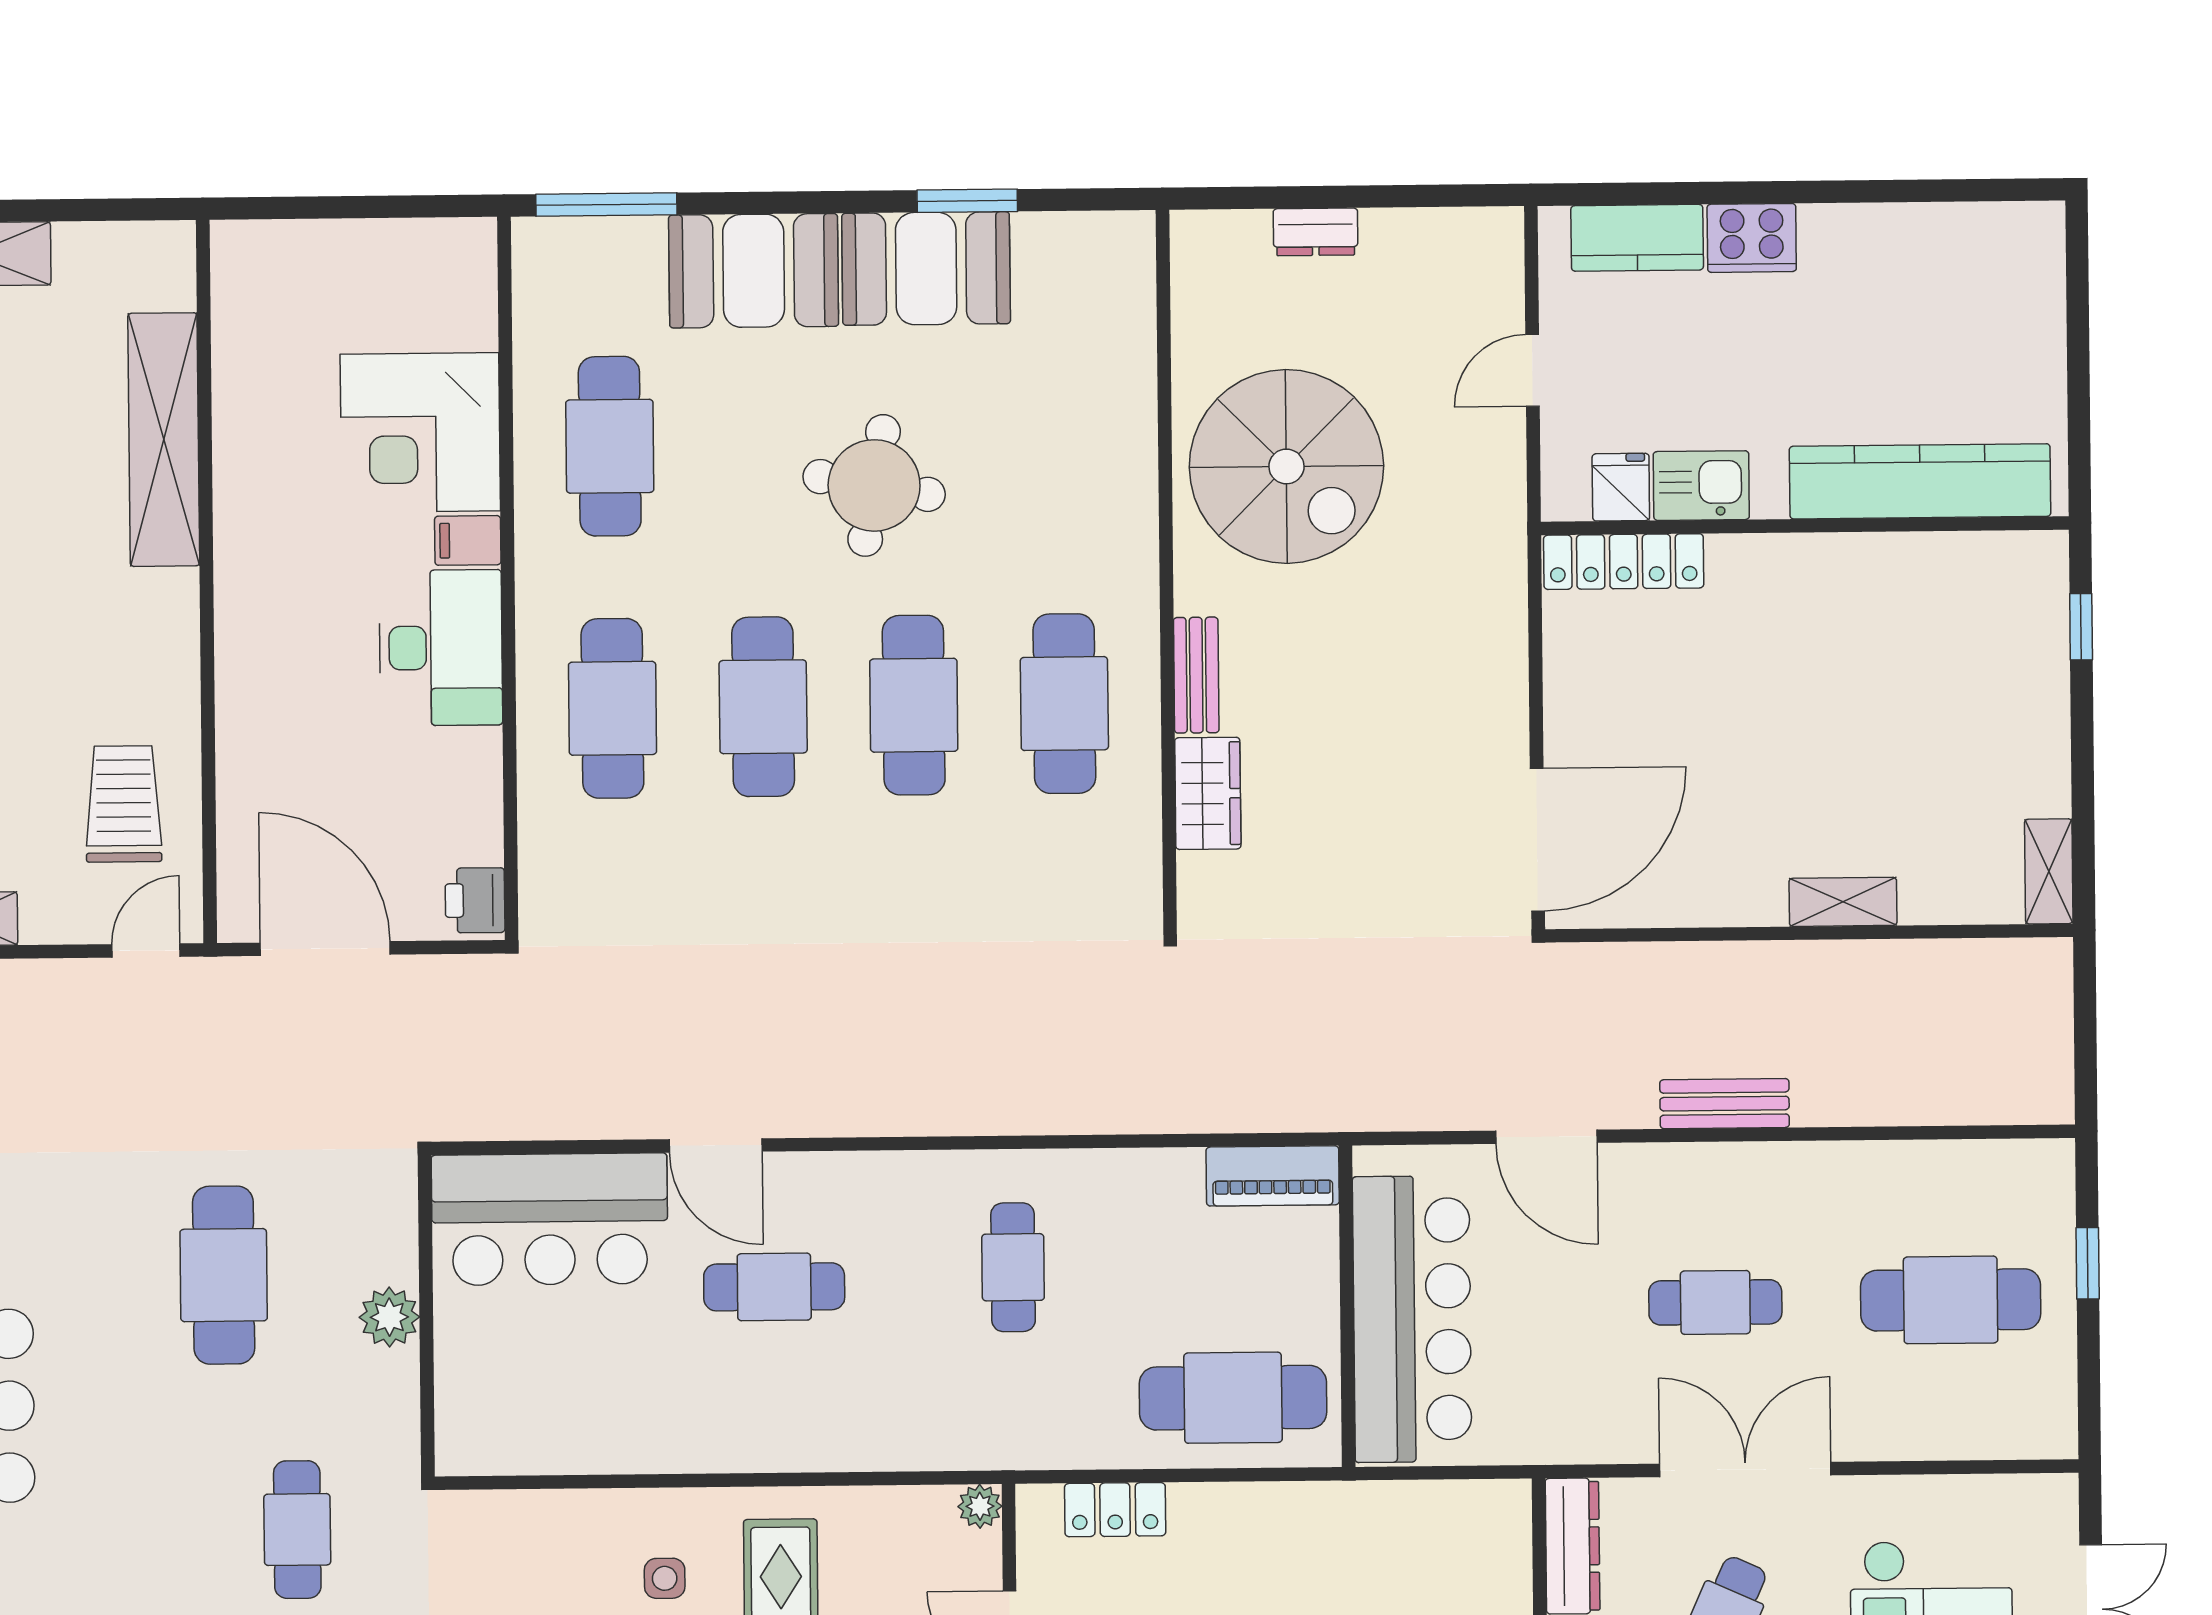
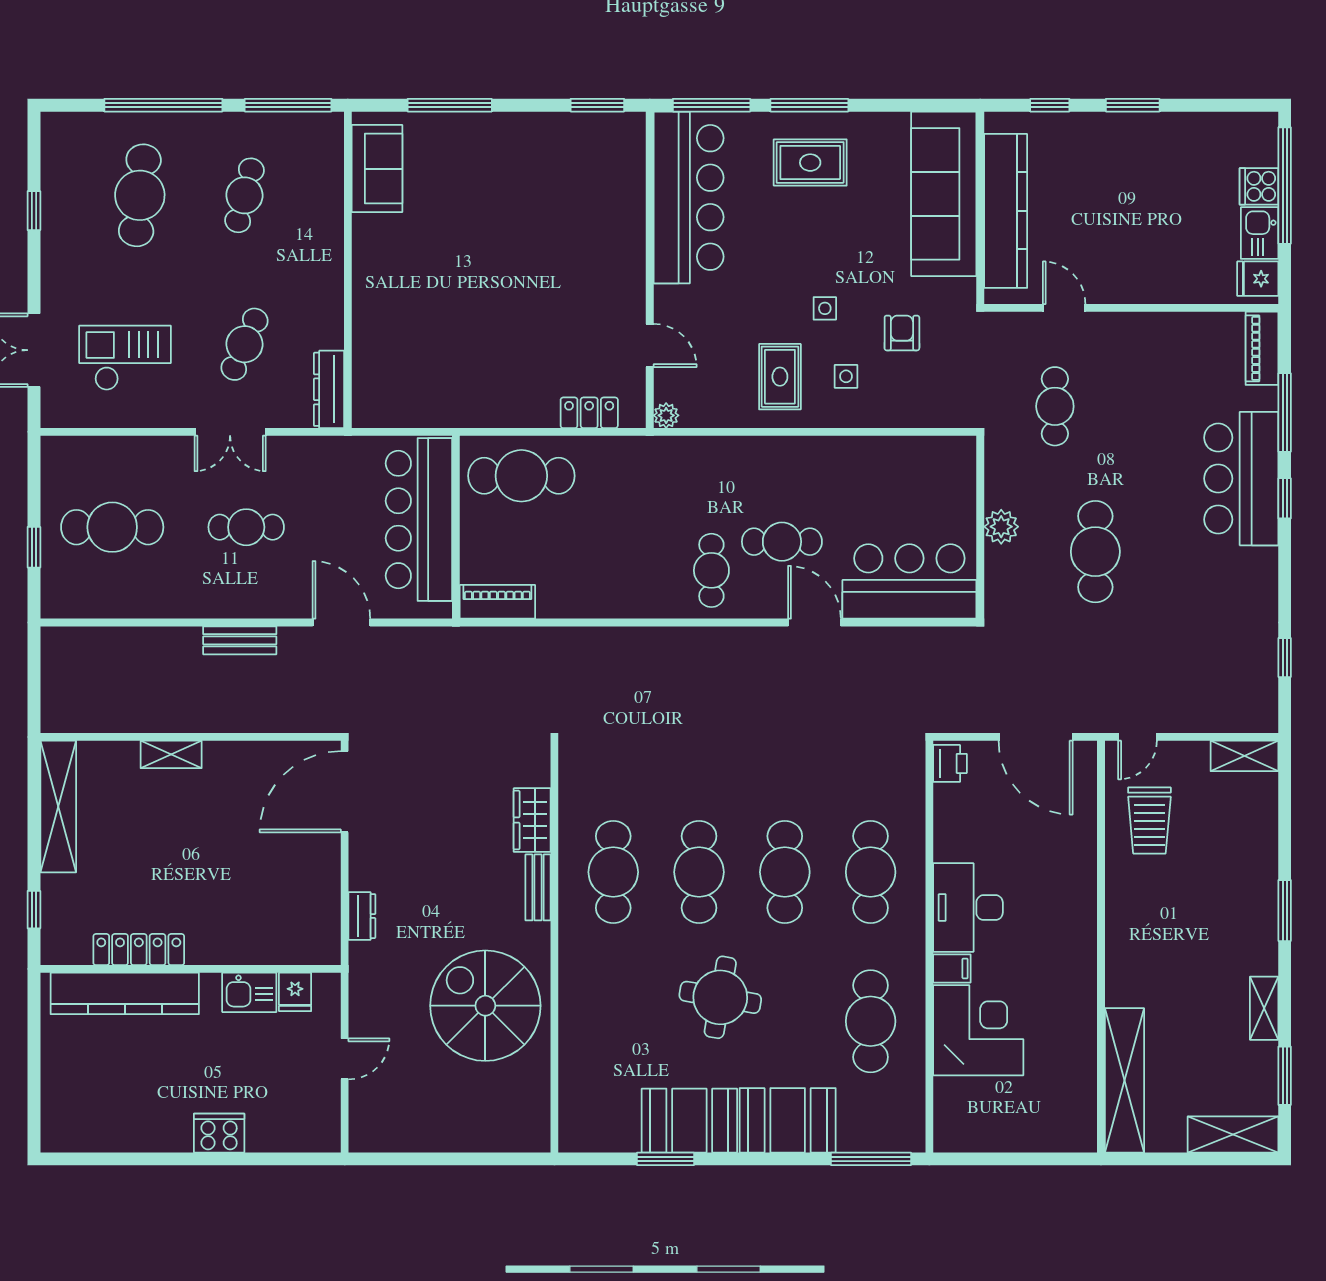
dresser: (1316, 232) -> (362, 916), moved, turned 90
kitchen counter: (1637, 238) -> (284, 1134), removed
shelving: (164, 440) -> (1124, 1080), moved
locker: (1624, 562) -> (139, 950), moved
shelving: (2049, 871) -> (58, 806), width x2.20, depth x1.33
cafe table: (1013, 1267) -> (711, 570), moved
double door: (1745, 1470) -> (230, 432), width x0.73

